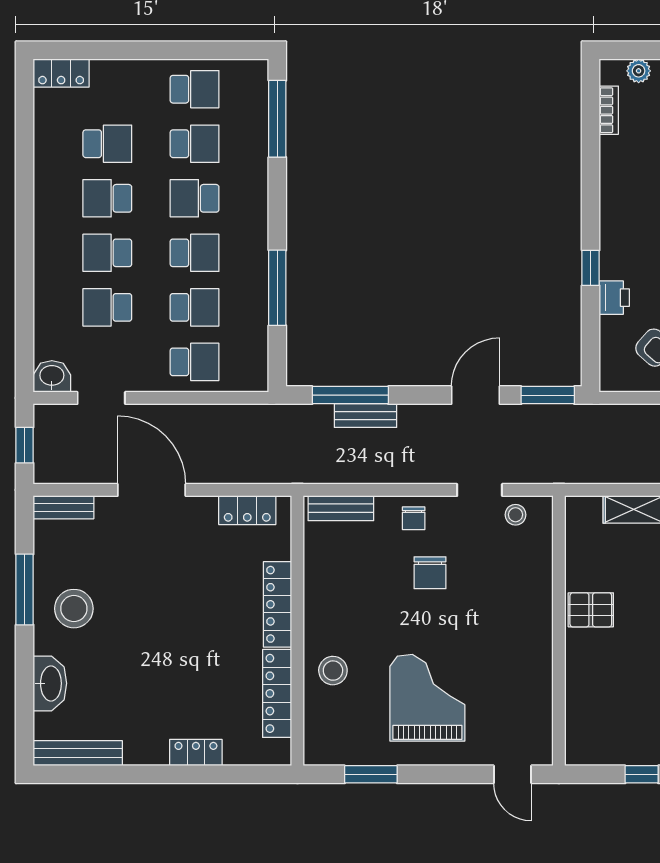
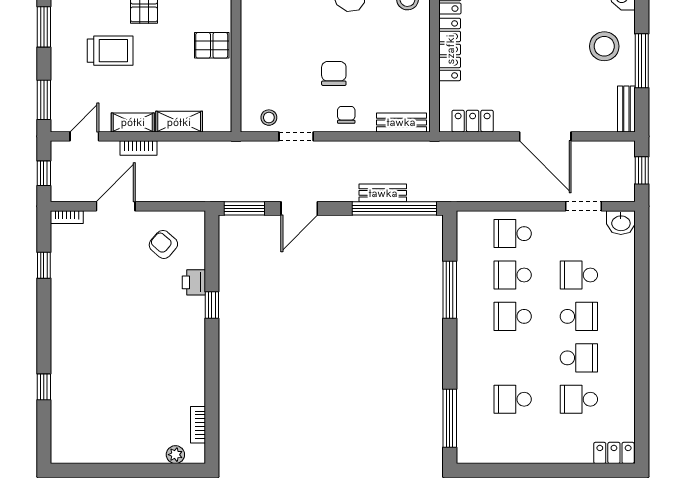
school desk: (195, 89) -> (513, 441), removed
school desk: (195, 198) -> (513, 358), removed
school desk: (107, 307) -> (579, 275), turned 180
window: (350, 395) -> (394, 208), width x1.46
bench: (63, 507) -> (626, 109), moved, turned 90

